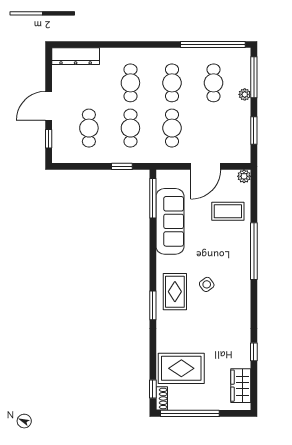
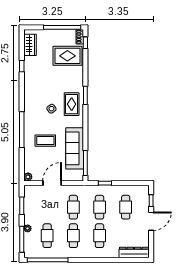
coffee table: (228, 211) -> (45, 141), moved

